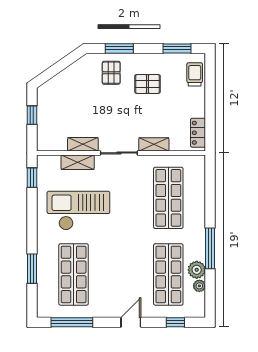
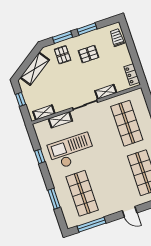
window: (177, 48) -> (87, 29), moved
shelving: (66, 79) -> (35, 69), added
shelving: (83, 144) -> (44, 112), moved
window: (32, 178) -> (40, 156), moved
door: (131, 322) -> (130, 212), swing flipped

